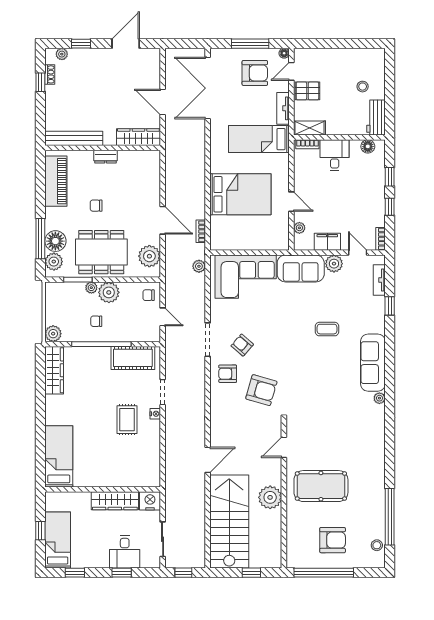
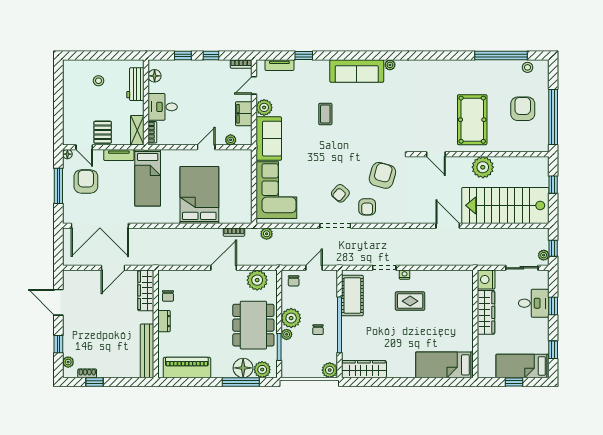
workbench: (376, 117) -> (135, 84), moved, turned 90
chair: (96, 206) -> (168, 296), moved
plant: (176, 562) -> (544, 255), added

